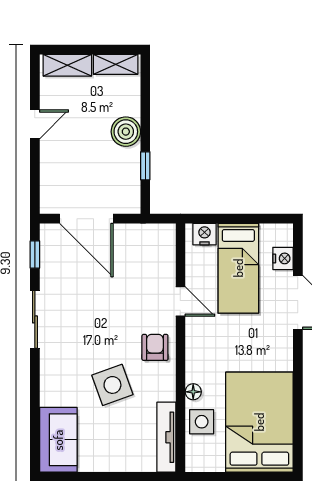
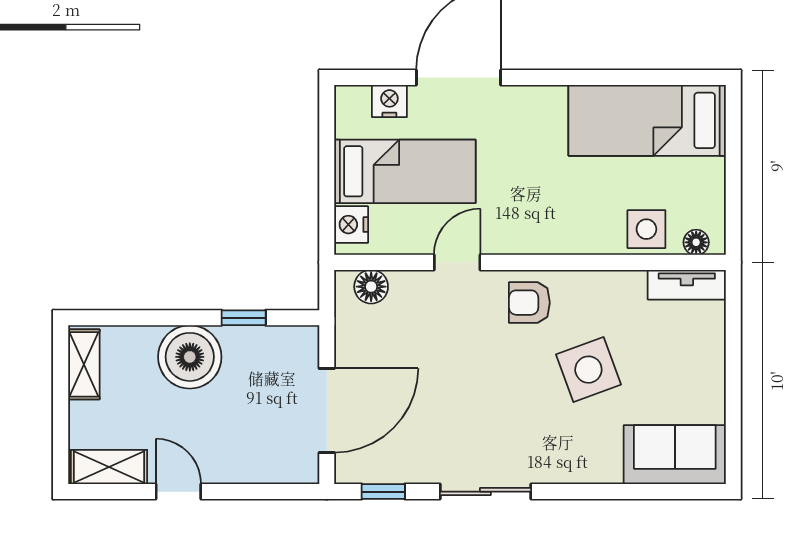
shelving: (67, 65) -> (109, 467), moved, turned 90
boiler: (126, 132) -> (190, 357), width x1.37, depth x1.37
floor lamp: (165, 247) -> (371, 287), added
floor lamp: (193, 392) -> (696, 242), moved
bed: (259, 422) -> (647, 120), width x0.67
tv unit: (166, 437) -> (687, 285), width x0.71

